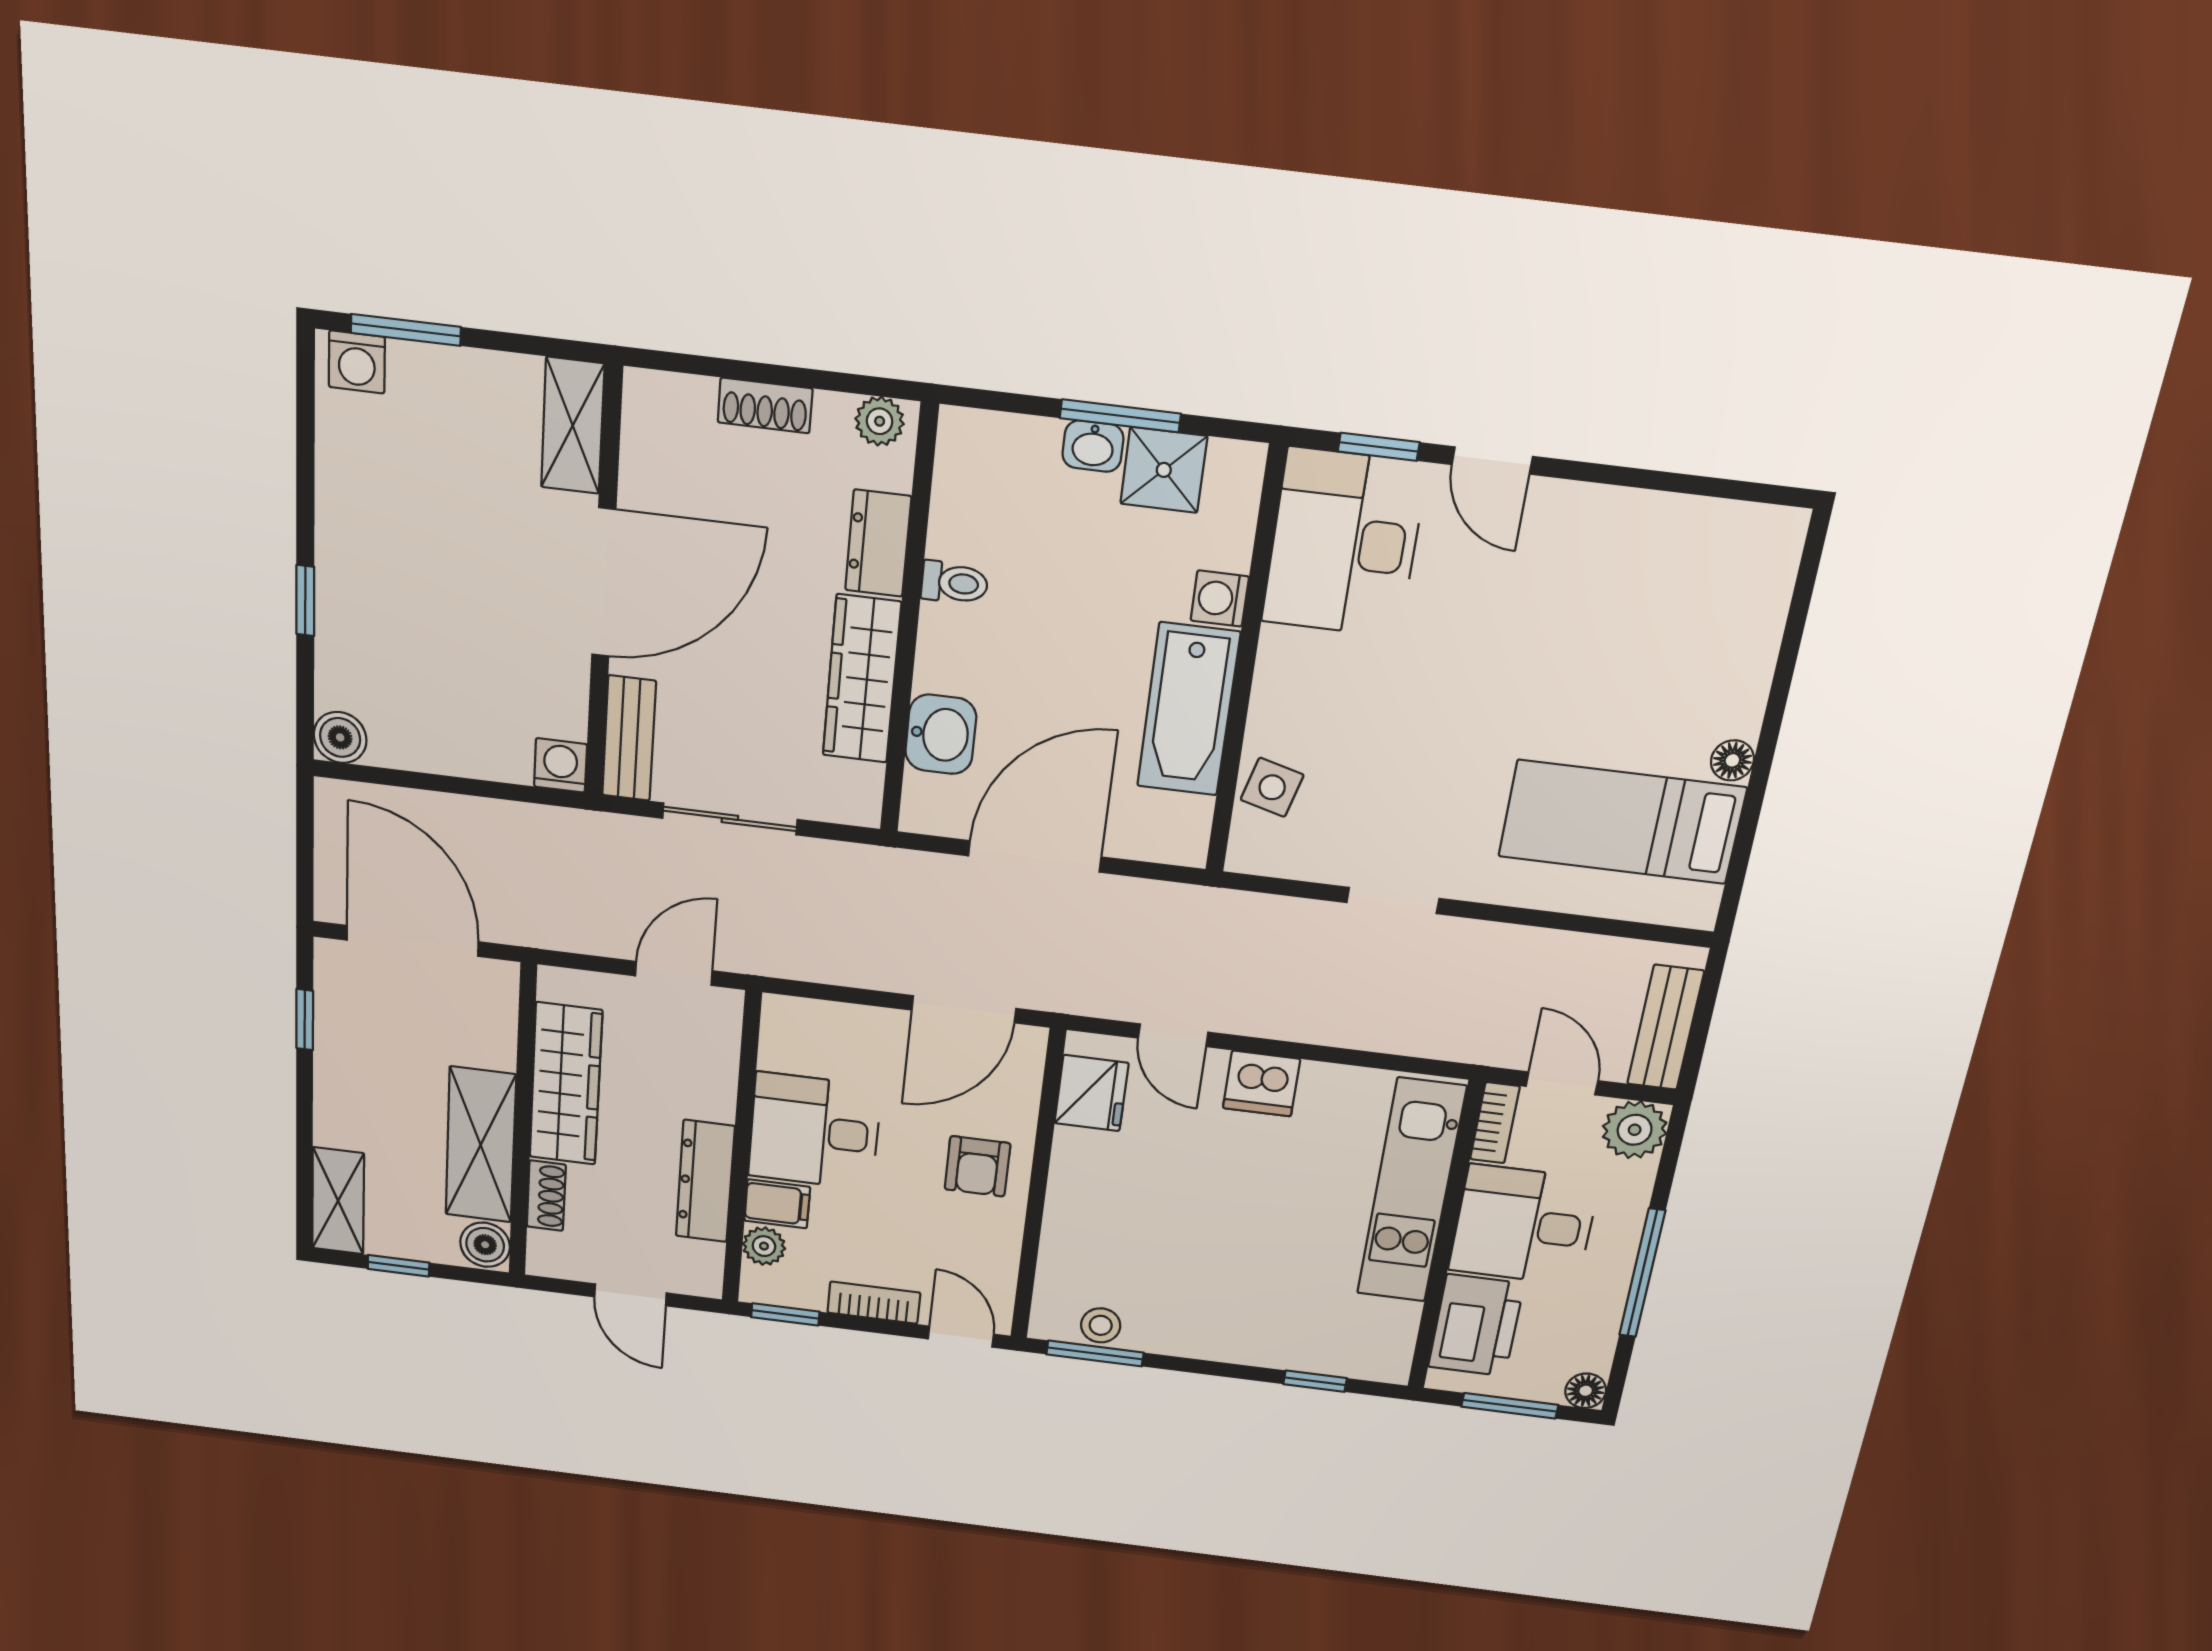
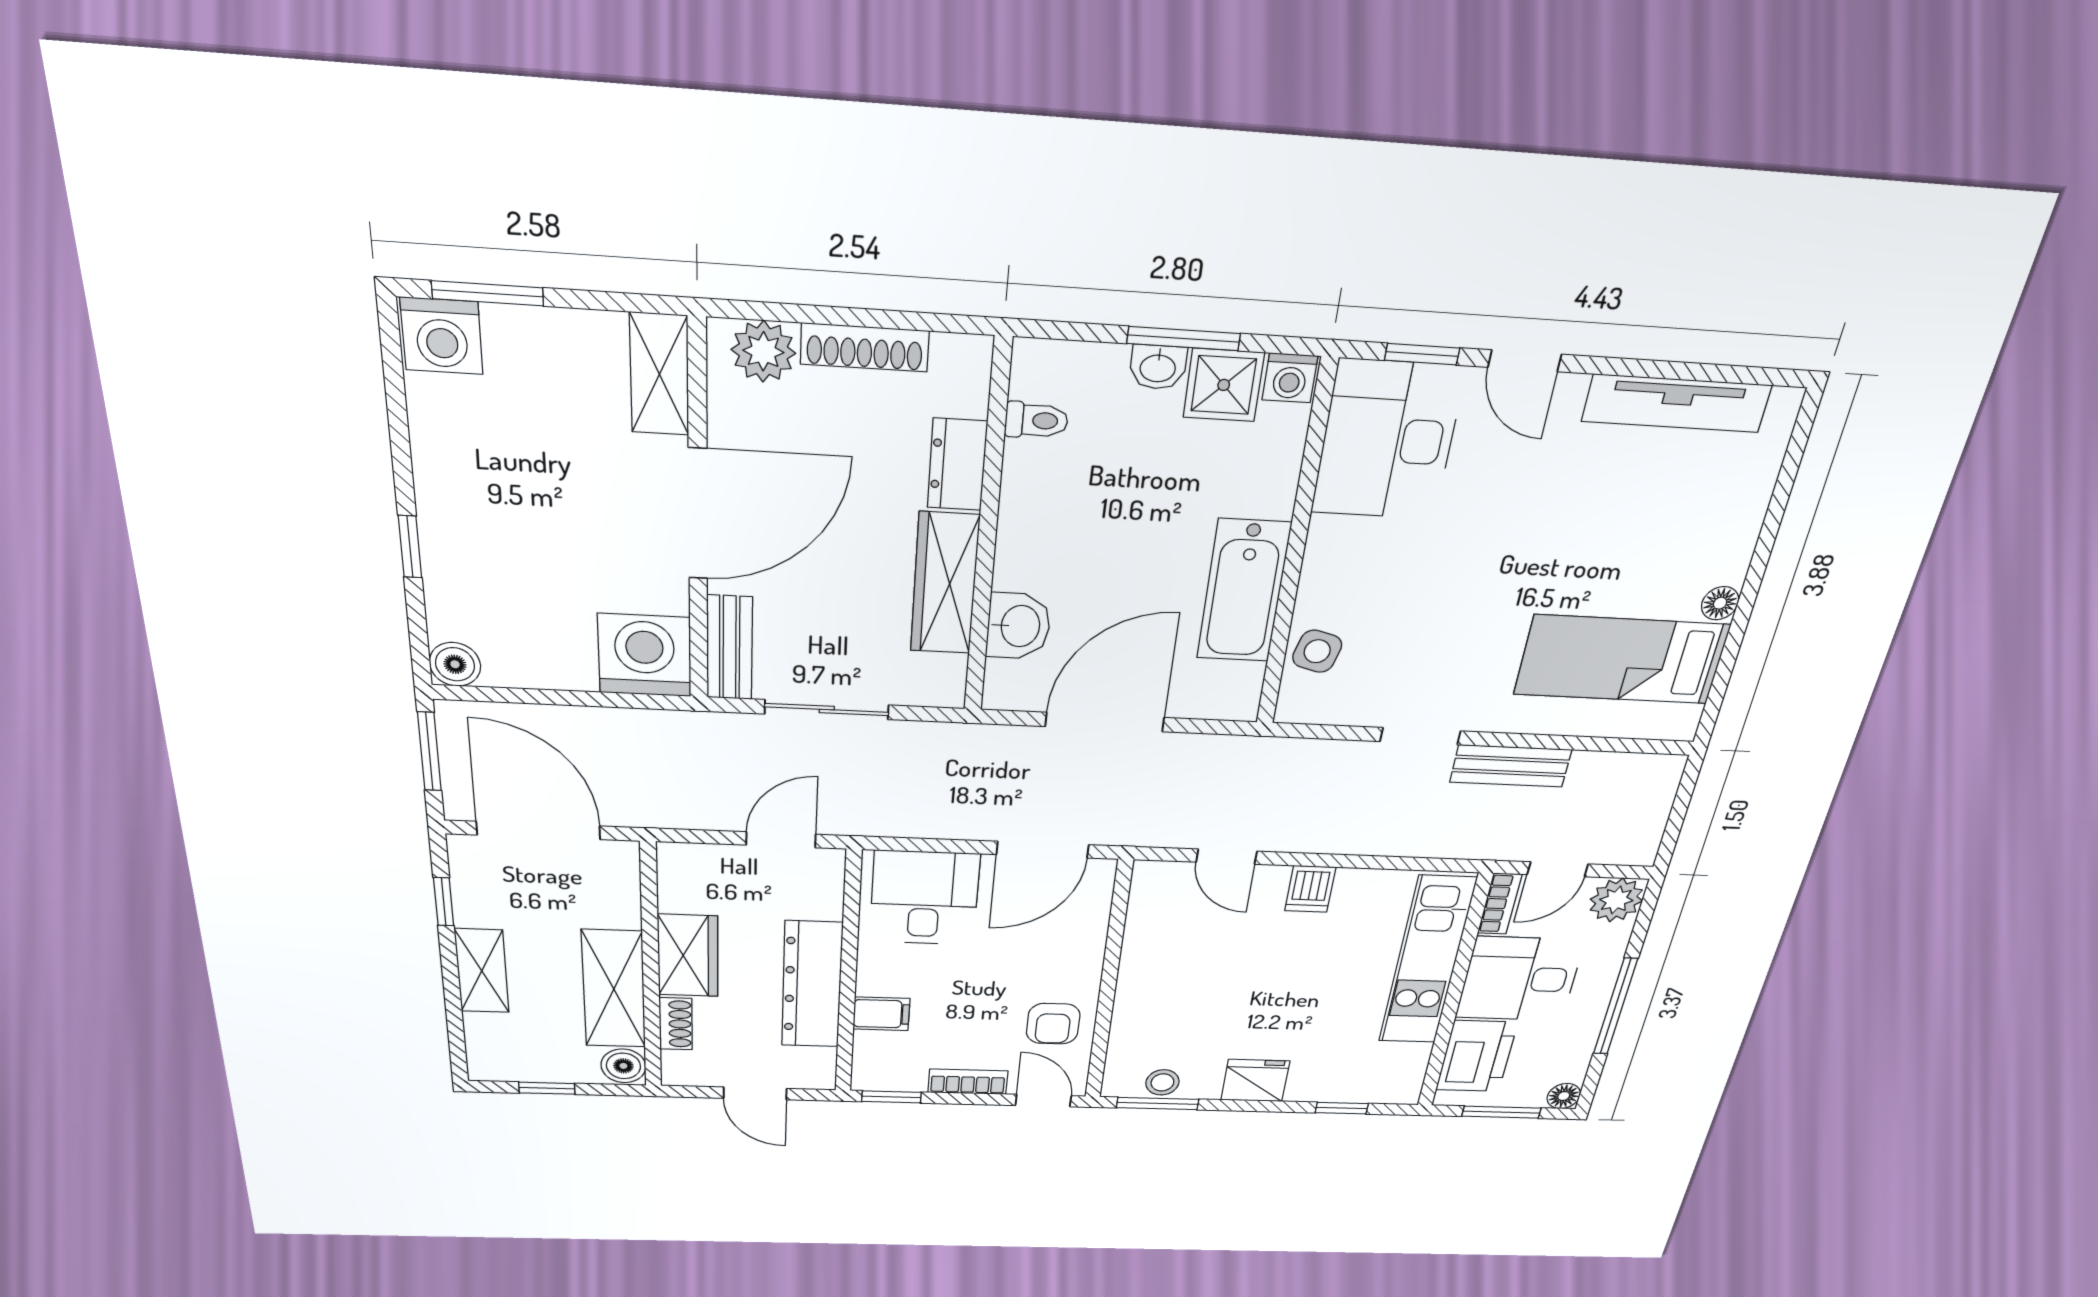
washing machine: (357, 362) -> (442, 336), width x1.38, depth x1.38
shoe rack: (765, 405) -> (865, 347), width x1.43
plant: (880, 421) -> (763, 351), moved, width x1.38, depth x1.38
tv unit: (1665, 519) -> (1676, 403), added
toilet: (955, 583) -> (1036, 420), moved
washing machine: (1220, 599) -> (1290, 378), moved, turned -90
washing machine: (561, 765) -> (645, 655), width x1.89, depth x1.89
window: (305, 837) -> (429, 751), added
bench: (1666, 1028) -> (1511, 766), moved, turned 90
door: (1562, 1083) -> (1558, 869), swing flipped
wardrobe: (566, 1084) -> (688, 956), width x0.67
dishwasher: (1261, 1084) -> (1310, 889), width x0.73
fridge: (1091, 1093) -> (1255, 1081), moved, turned -90
desk: (814, 1131) -> (924, 898), moved, turned 90
armchair: (977, 1166) -> (1053, 1024), moved
dresser: (705, 1181) -> (812, 985), width x1.37, depth x1.24
shelving: (338, 1201) -> (482, 971), moved
plant: (764, 1246) -> (871, 1047), removed

